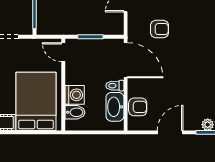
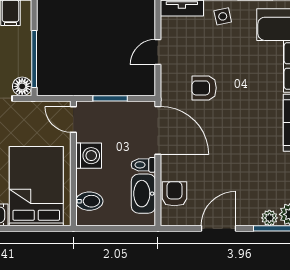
floor lamp: (26, 28) -> (22, 86), added
armchair: (160, 29) -> (204, 88), turned 180
washing machine: (75, 95) -> (89, 156), moved
armchair: (138, 107) -> (174, 194), turned -90

